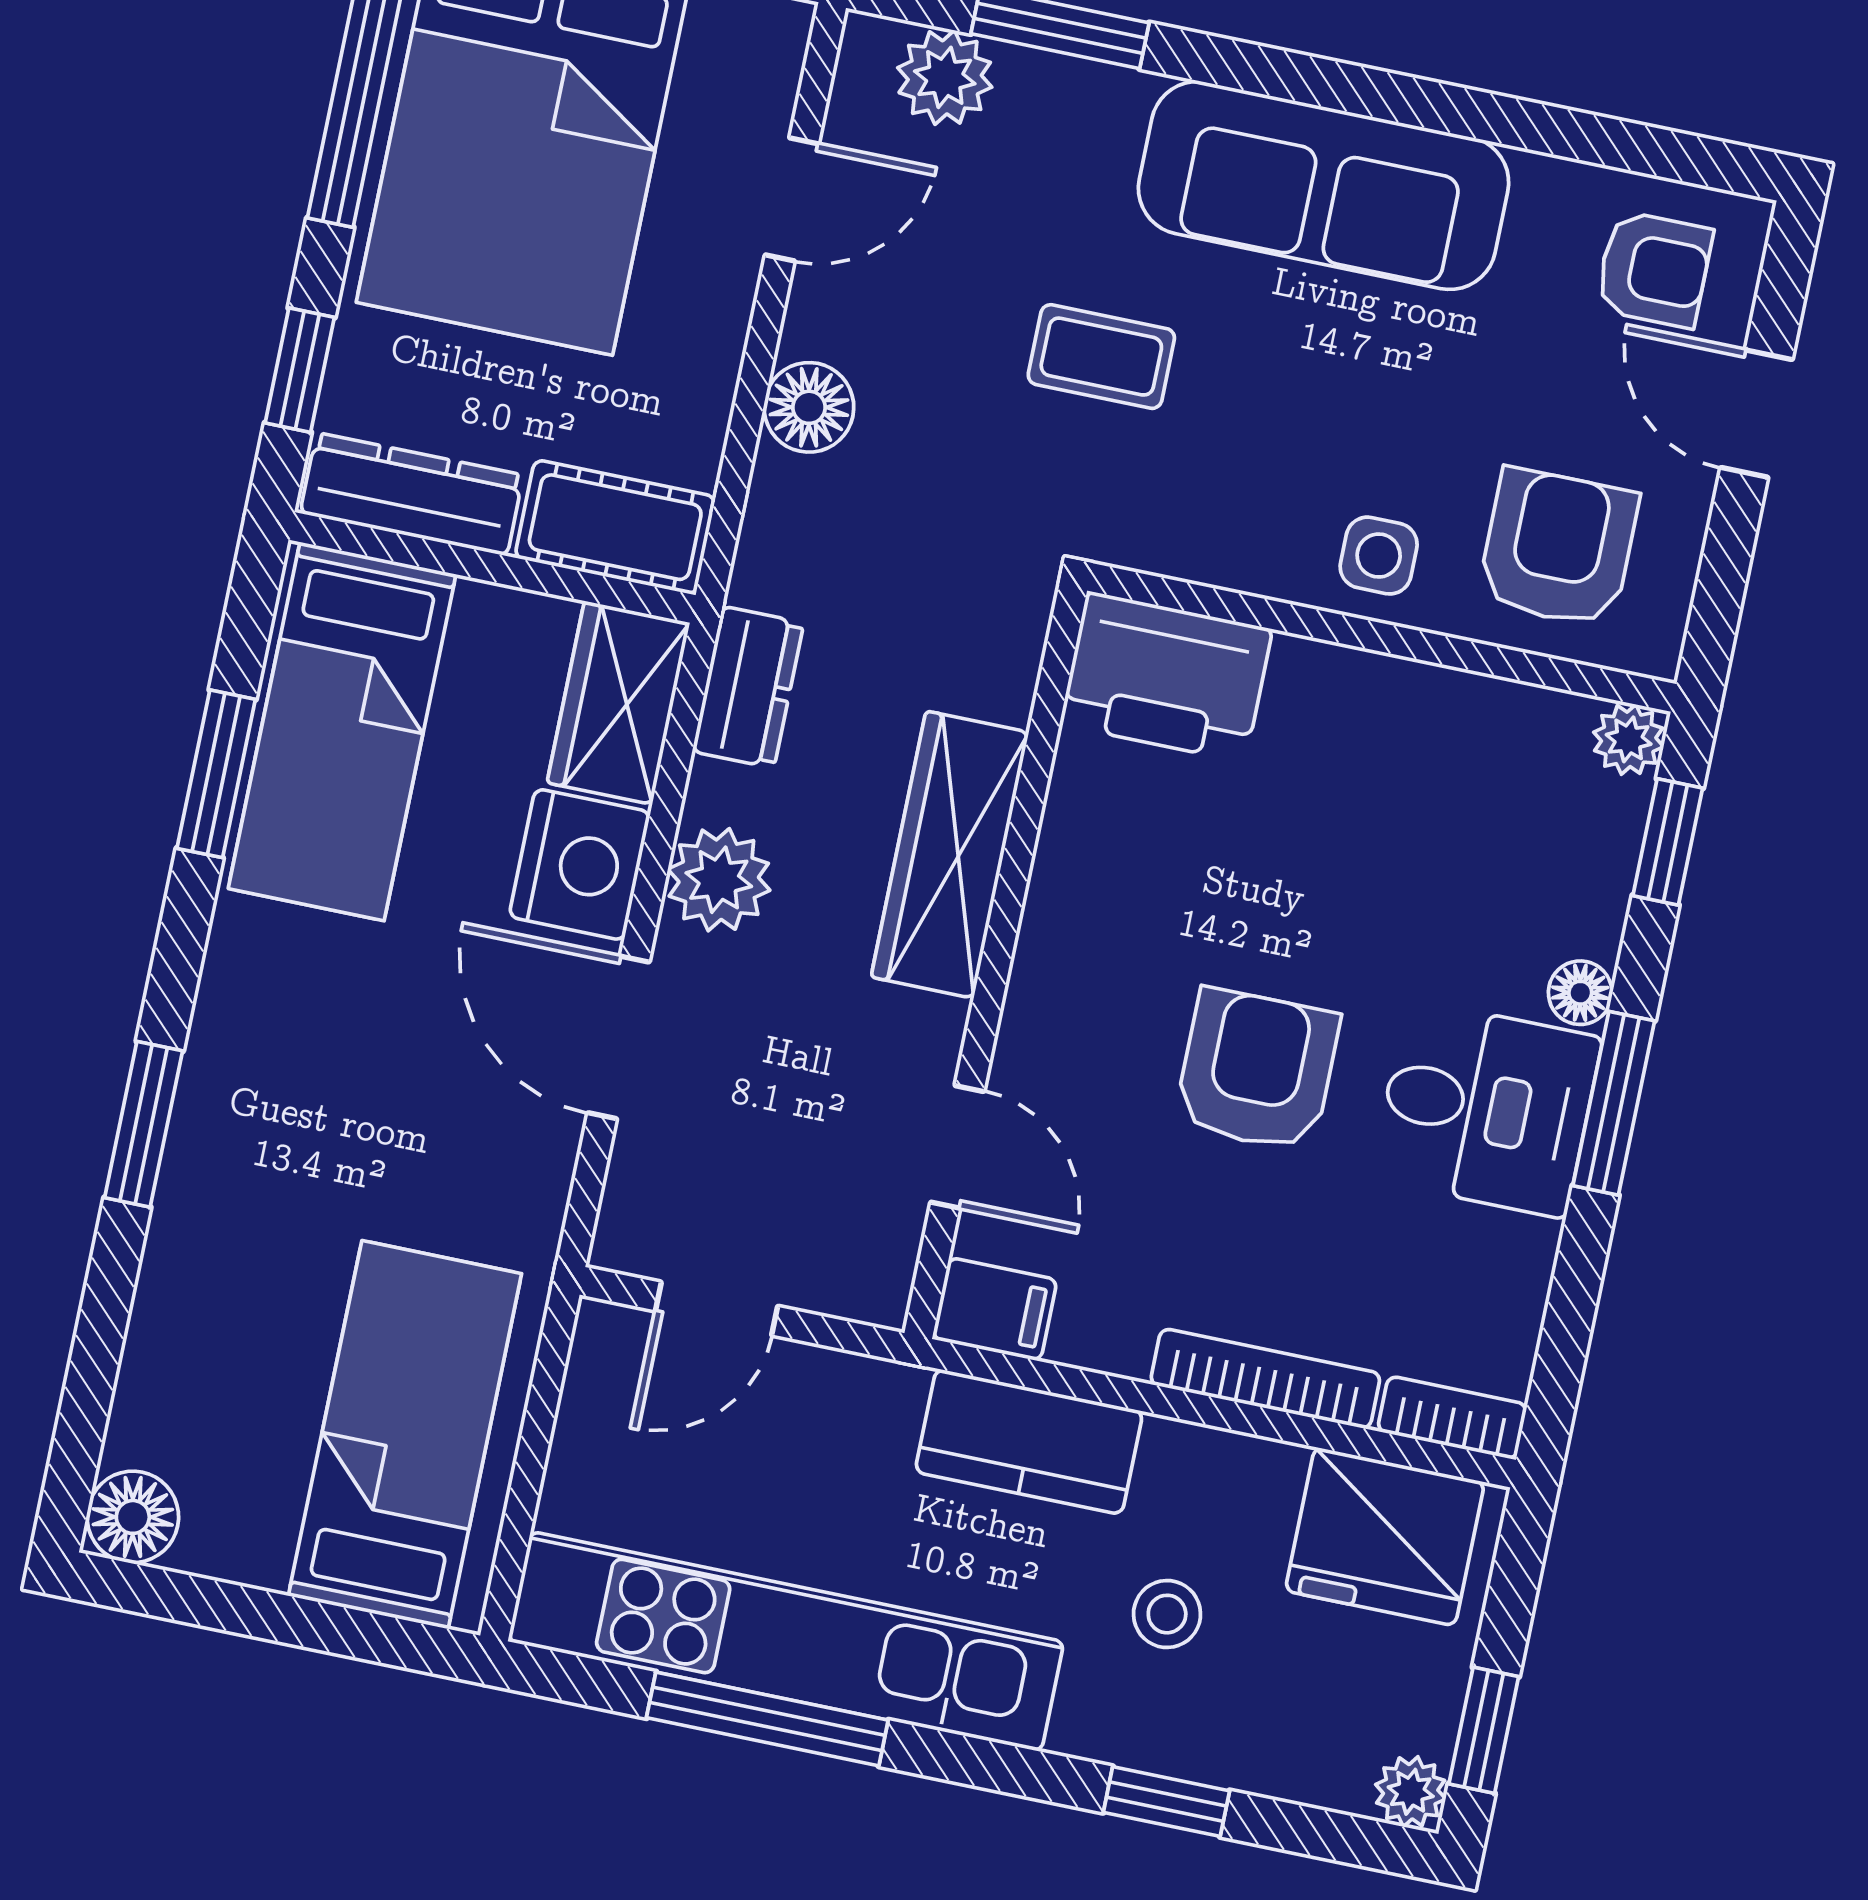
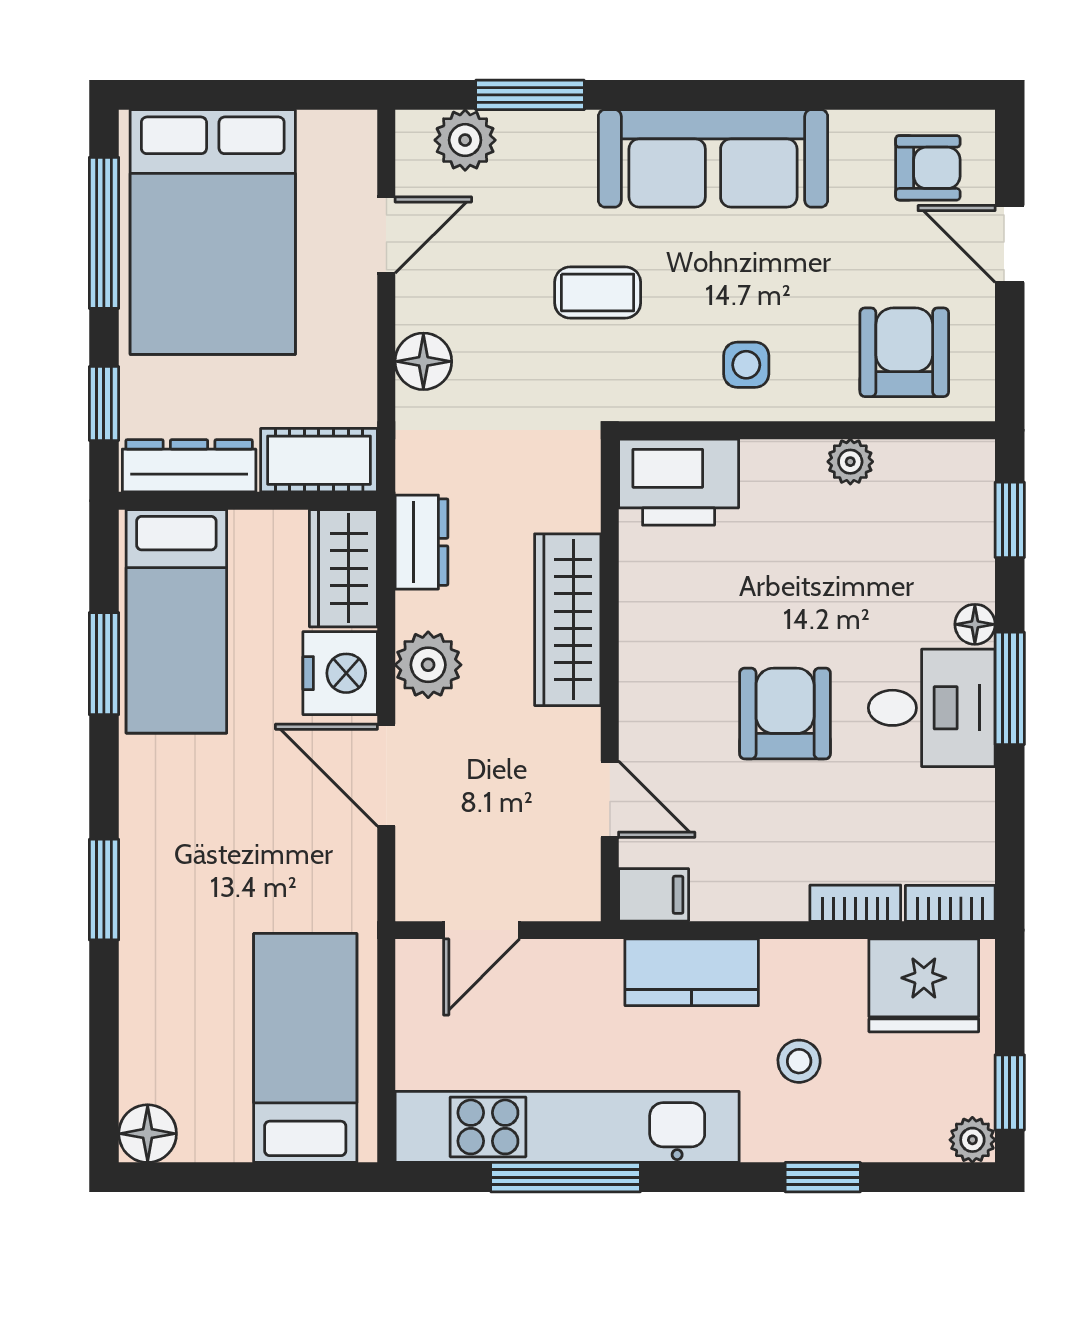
side table: (1379, 556) -> (746, 365), moved
plant: (1629, 739) -> (850, 462), moved
bookcase: (1265, 1379) -> (855, 903), width x0.64

